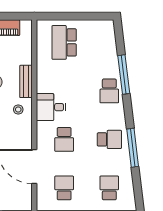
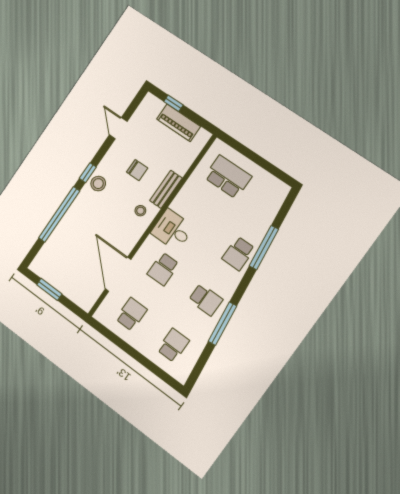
school desk: (64, 42) -> (228, 177), turned 90

